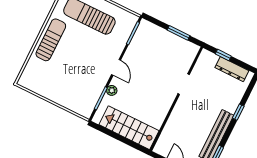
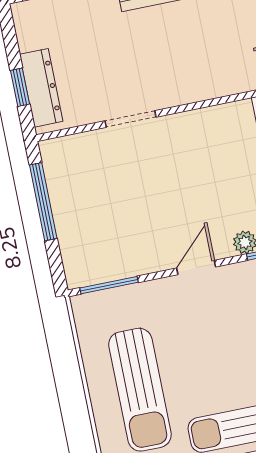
window: (178, 33) -> (43, 202), width x1.44
dresser: (232, 69) -> (41, 88), moved

